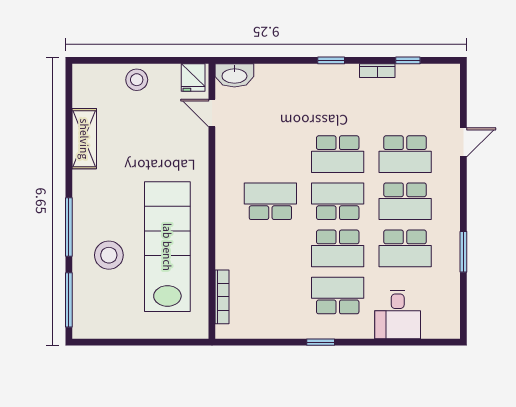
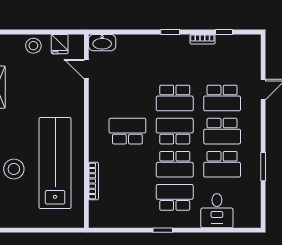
fridge: (193, 78) -> (60, 44), moved
bookcase: (222, 297) -> (93, 181), moved

